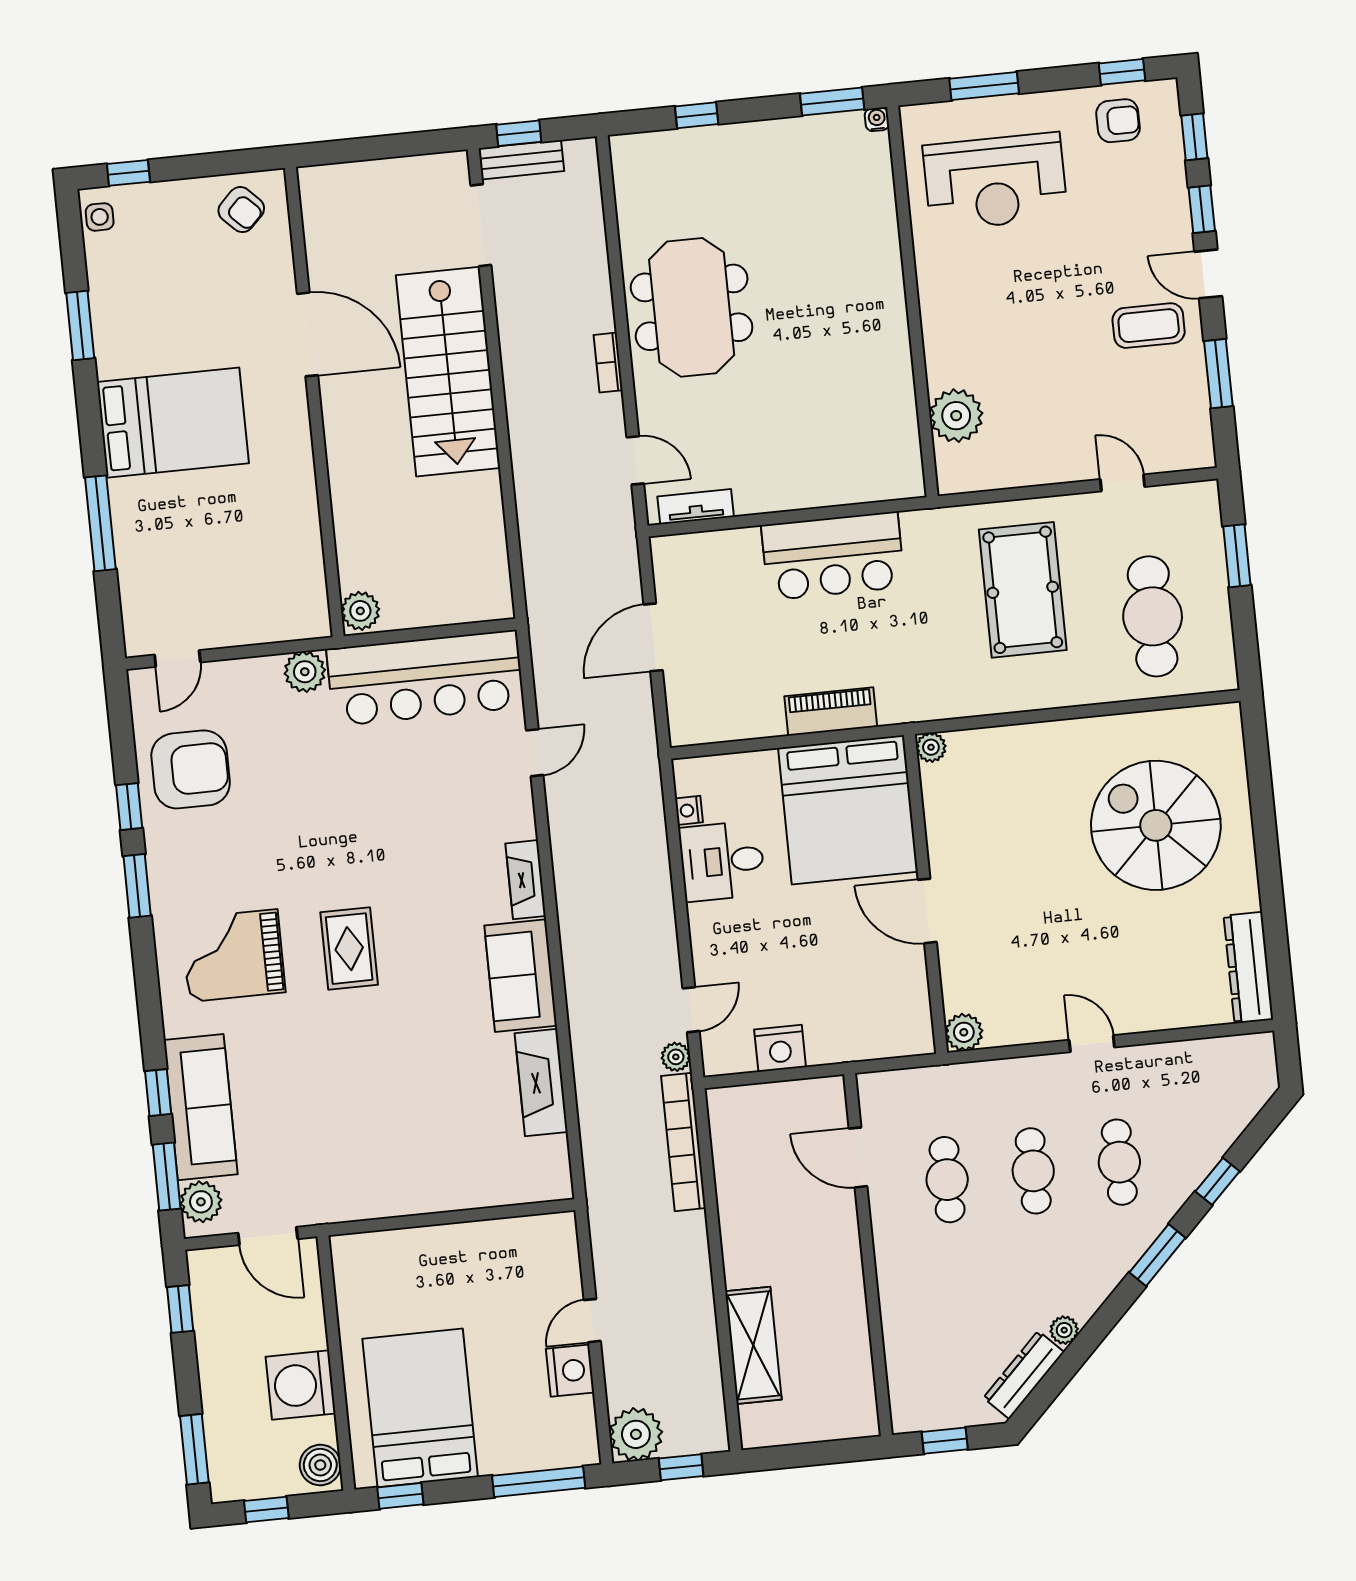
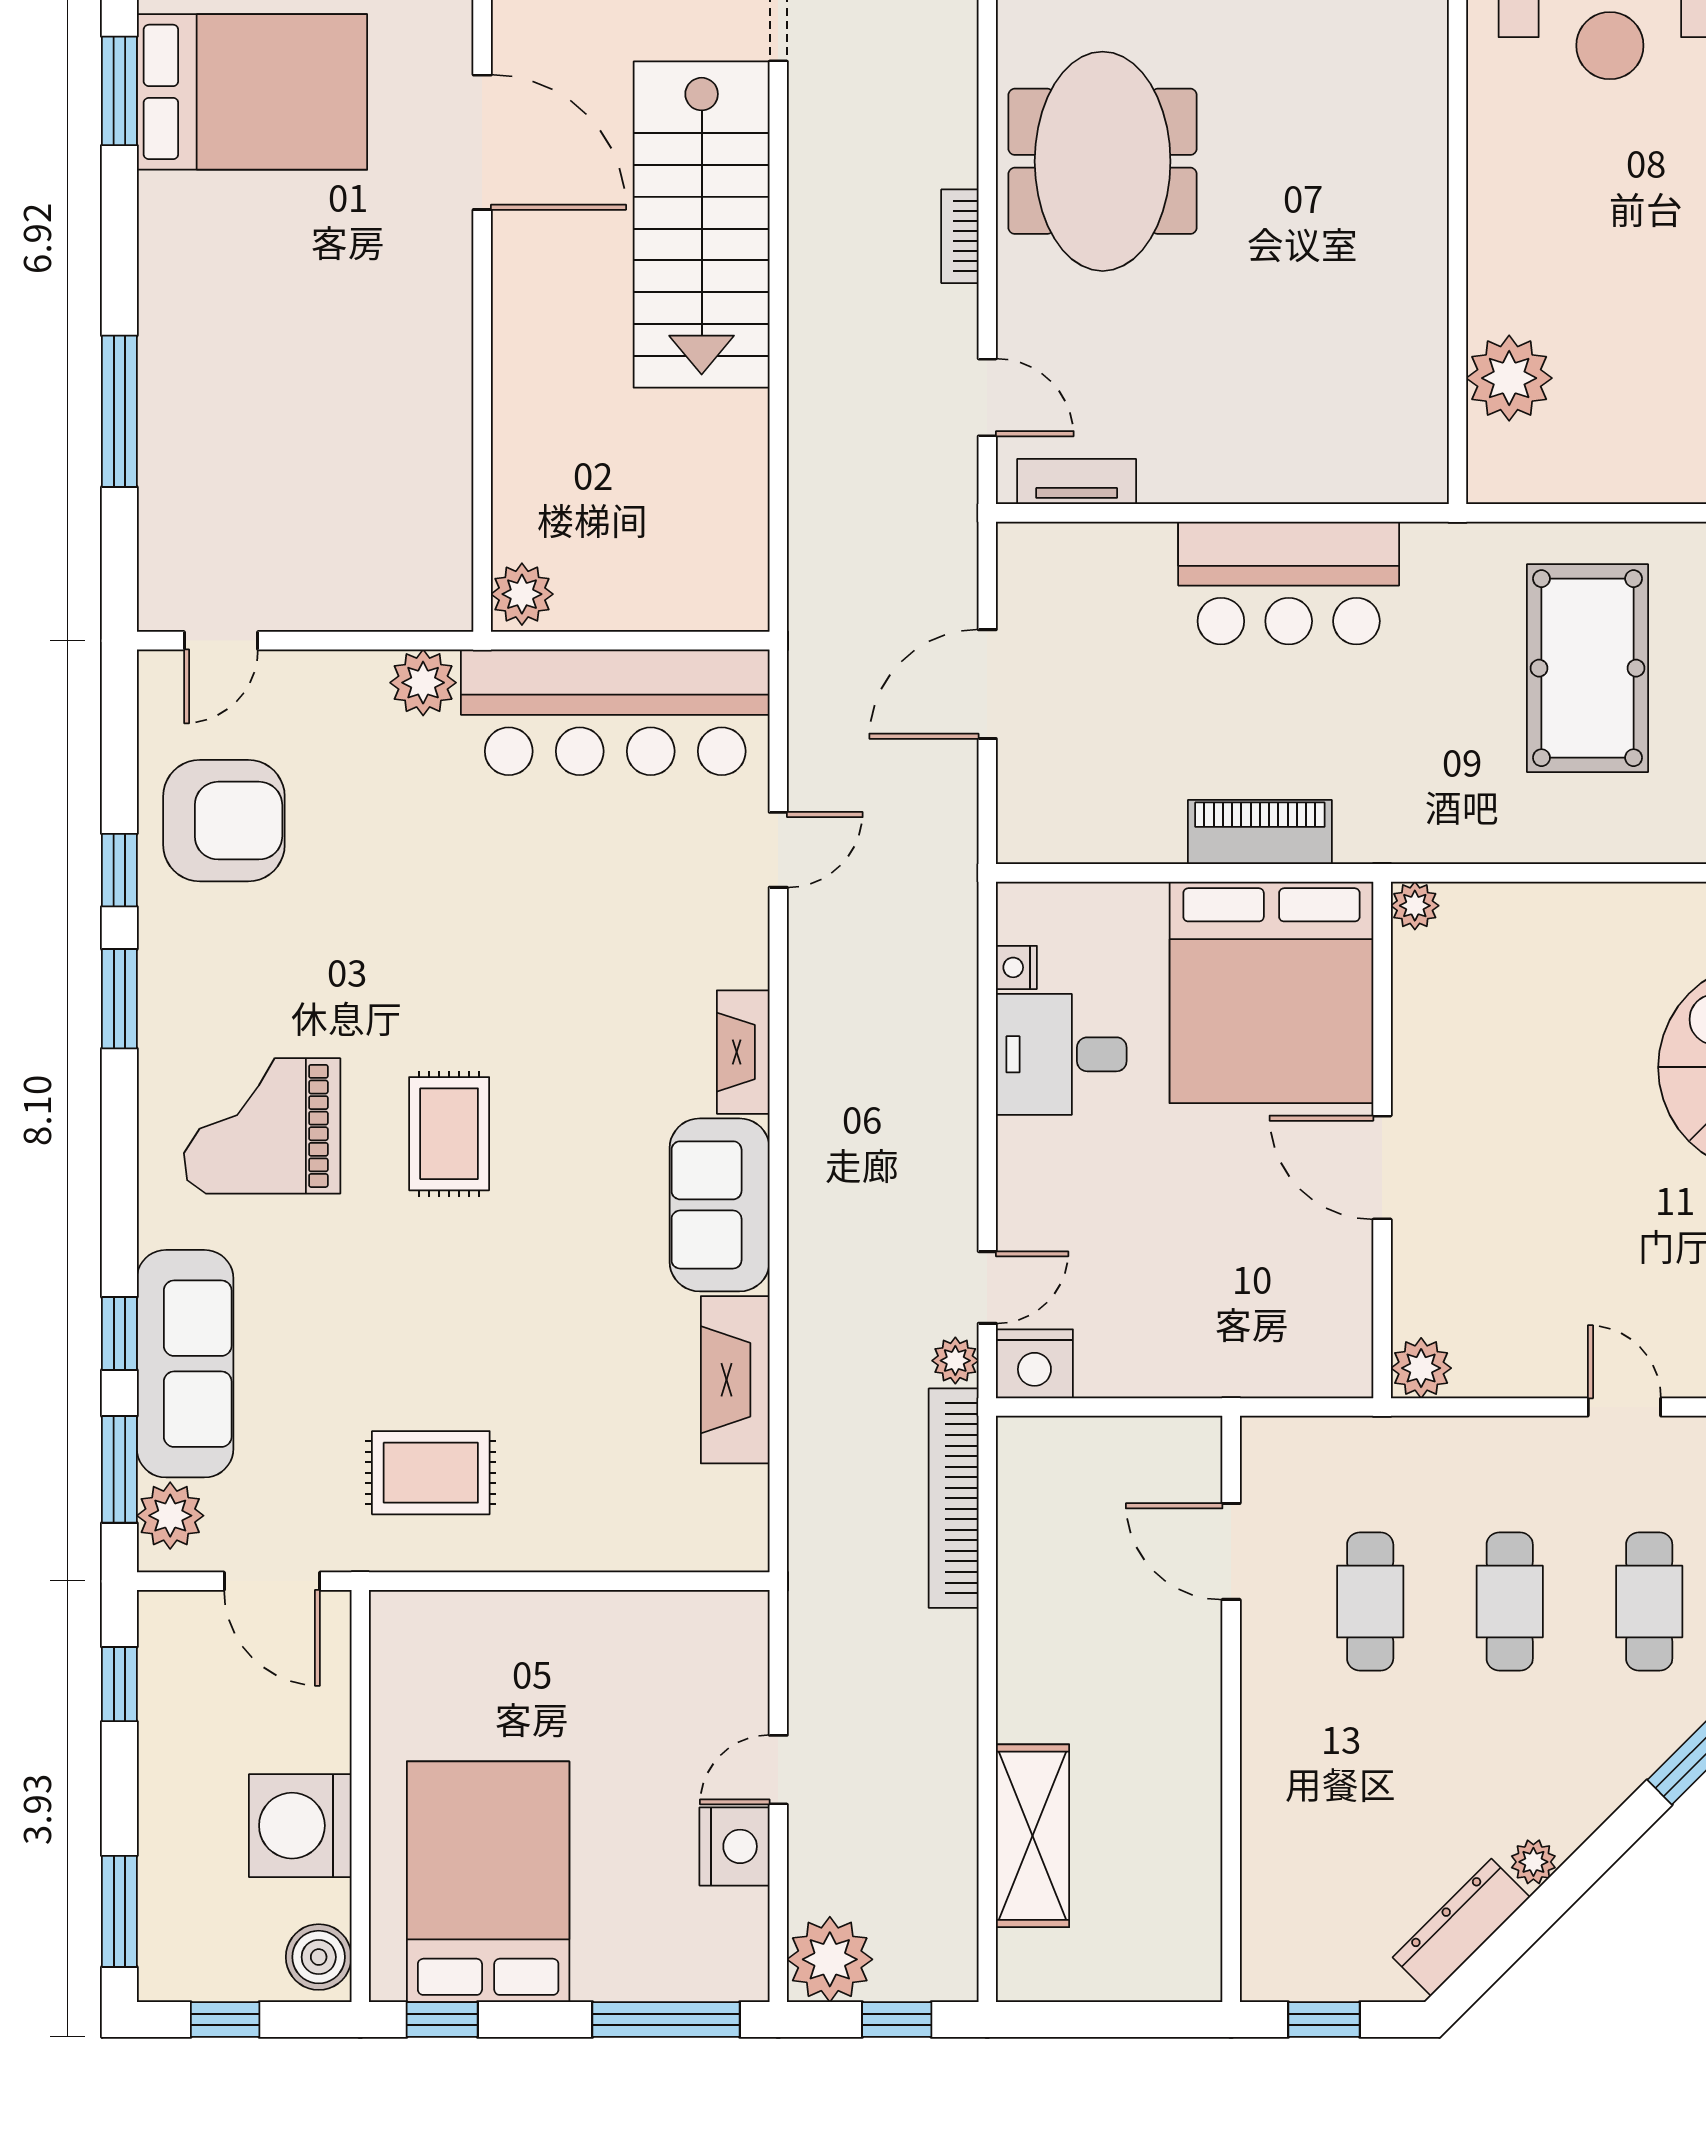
bed: (173, 423) -> (252, 92), moved
nightstand: (780, 1048) -> (1034, 1364), moved
rug: (359, 1159) -> (431, 1473), added

